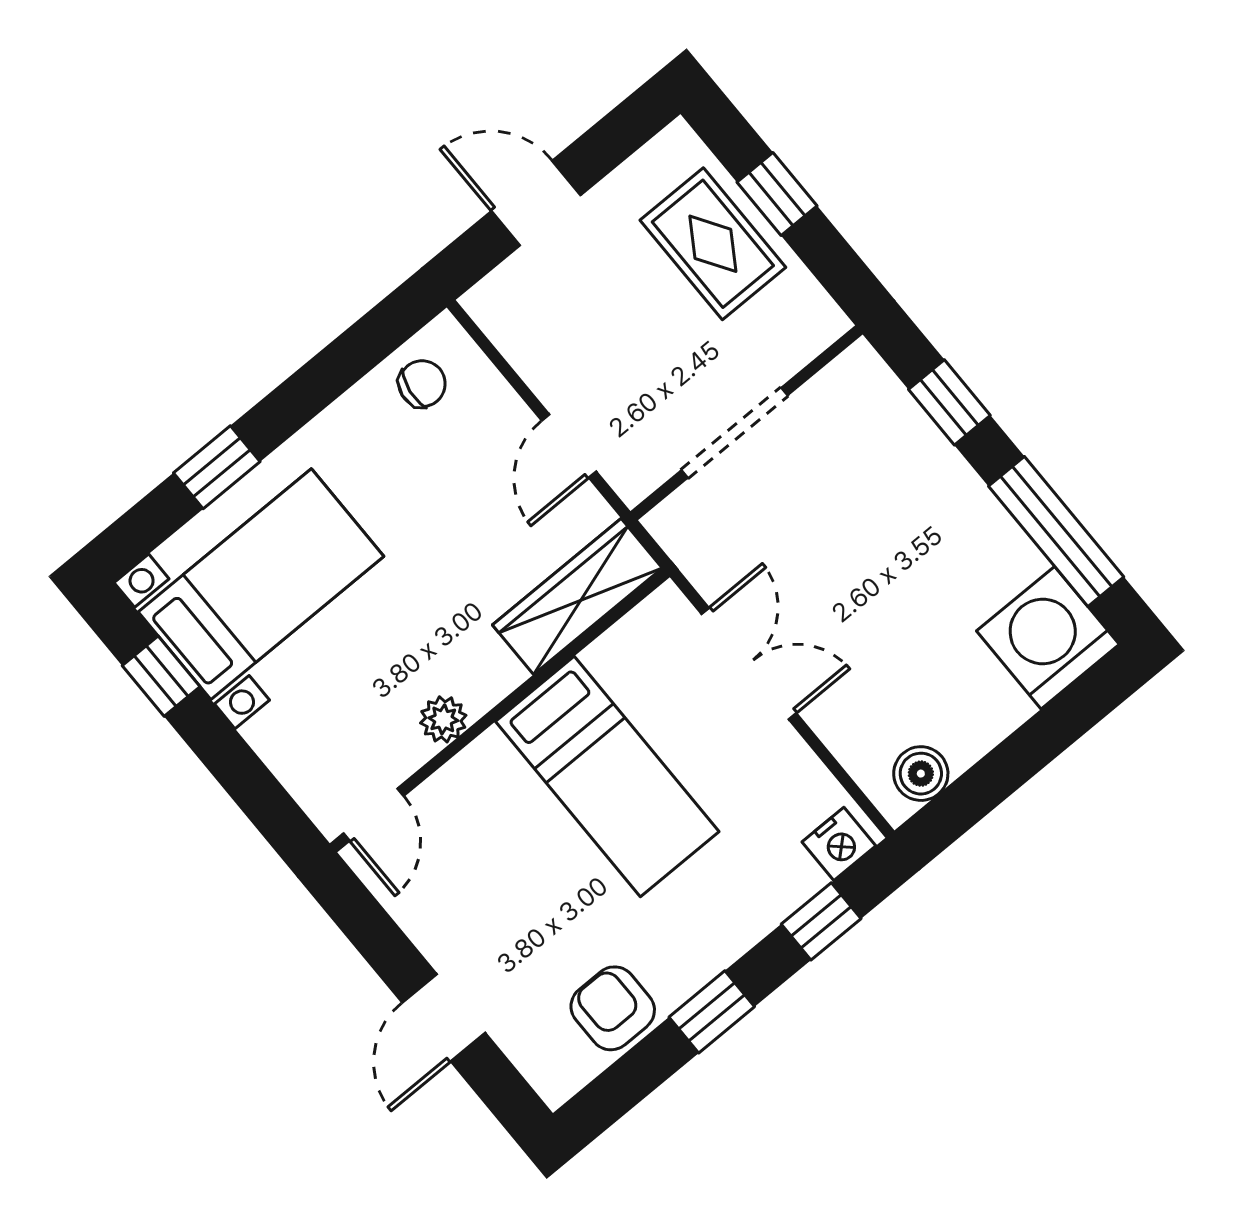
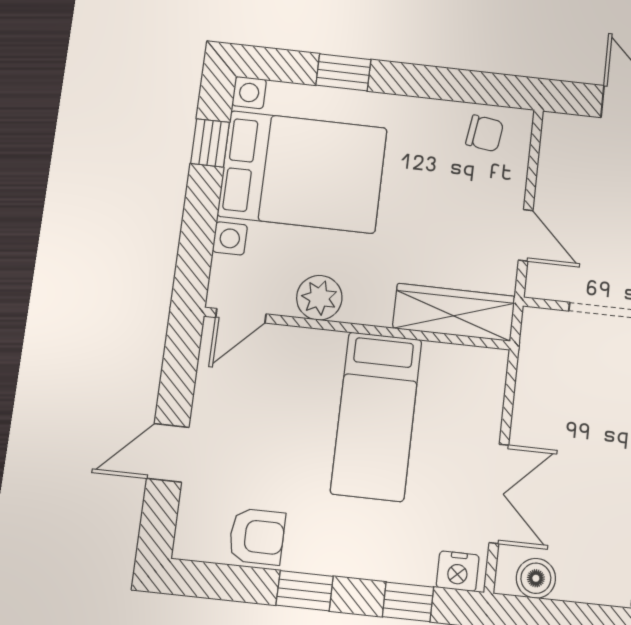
door: (569, 446) -> (526, 235), swing flipped
bed with nightstands: (261, 584) -> (302, 172), width x1.36
double door: (749, 664) -> (499, 494), moved
plant: (443, 719) -> (319, 298), width x1.38, depth x1.38
armchair: (613, 1008) -> (257, 537), turned 90

